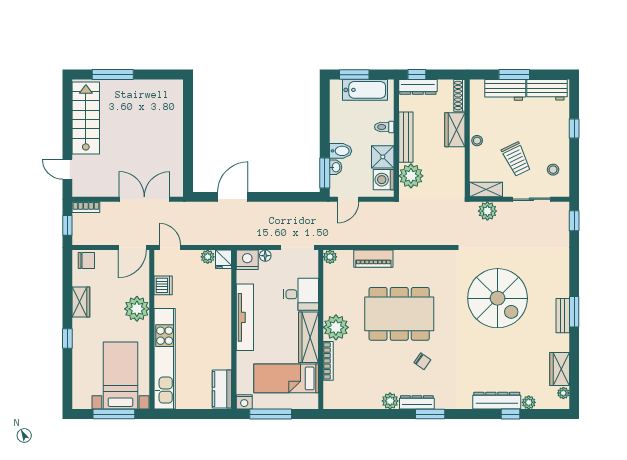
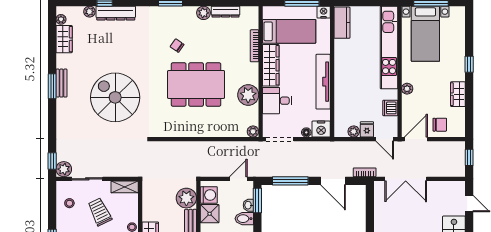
door: (233, 197) -> (333, 181), hinge flipped
window: (285, 197) -> (290, 181), added
bookcase: (86, 207) -> (365, 172), moved
plant: (487, 211) -> (64, 169), moved
fridge: (224, 259) -> (367, 129), moved
piano: (373, 259) -> (217, 130), removed
chair: (86, 261) -> (440, 125), moved, turned 180
plant: (137, 309) -> (407, 89), width x0.53, depth x0.53
plant: (336, 327) -> (248, 95), moved
dresser: (417, 402) -> (226, 12), moved

